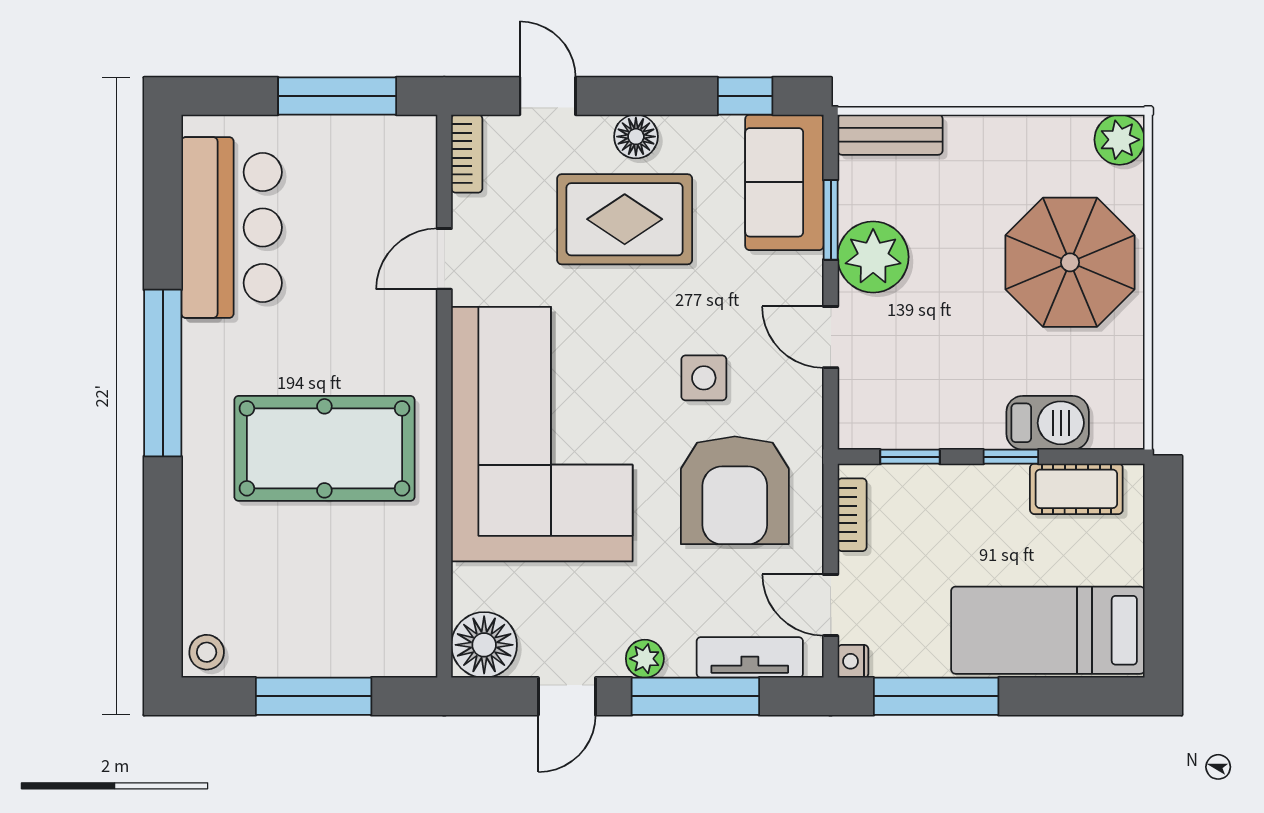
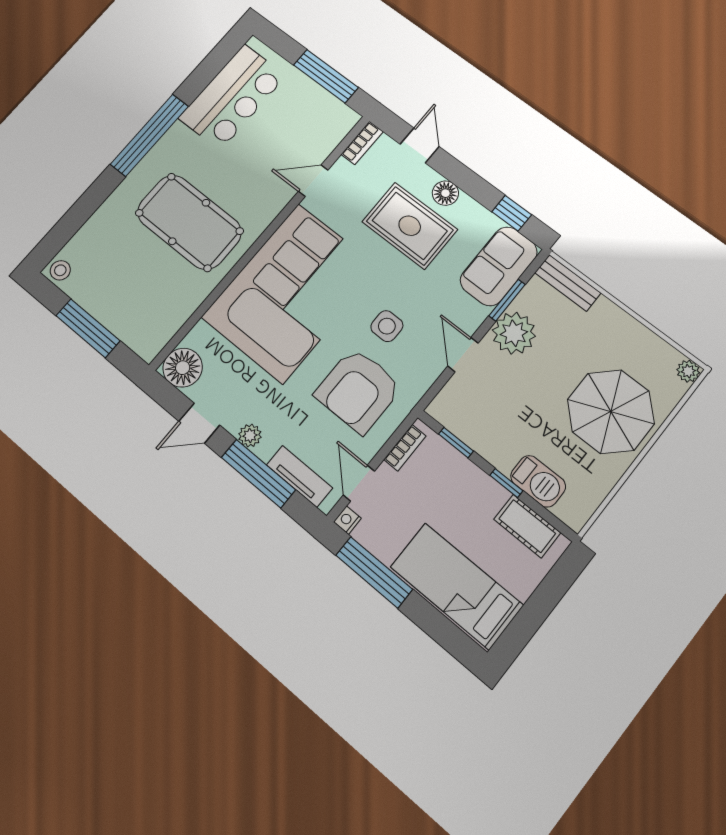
plant: (1120, 140) -> (688, 371), width x0.73, depth x0.73

